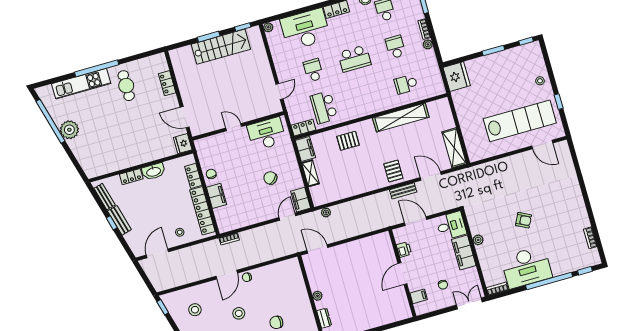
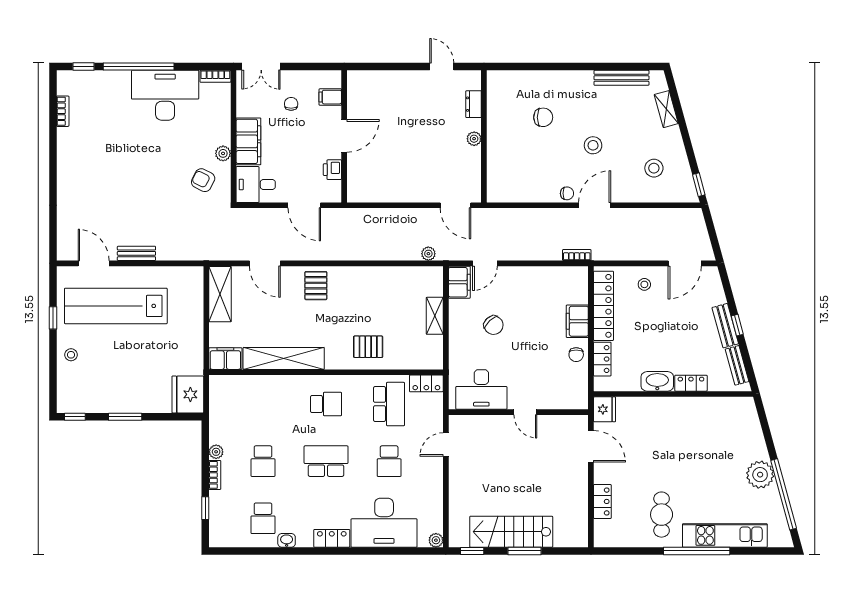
school desk: (406, 84) -> (326, 404), moved
filing cabinet: (305, 149) -> (225, 359), moved, turned 90
bench: (403, 191) -> (136, 253), moved
armchair: (523, 220) -> (203, 180), moved

